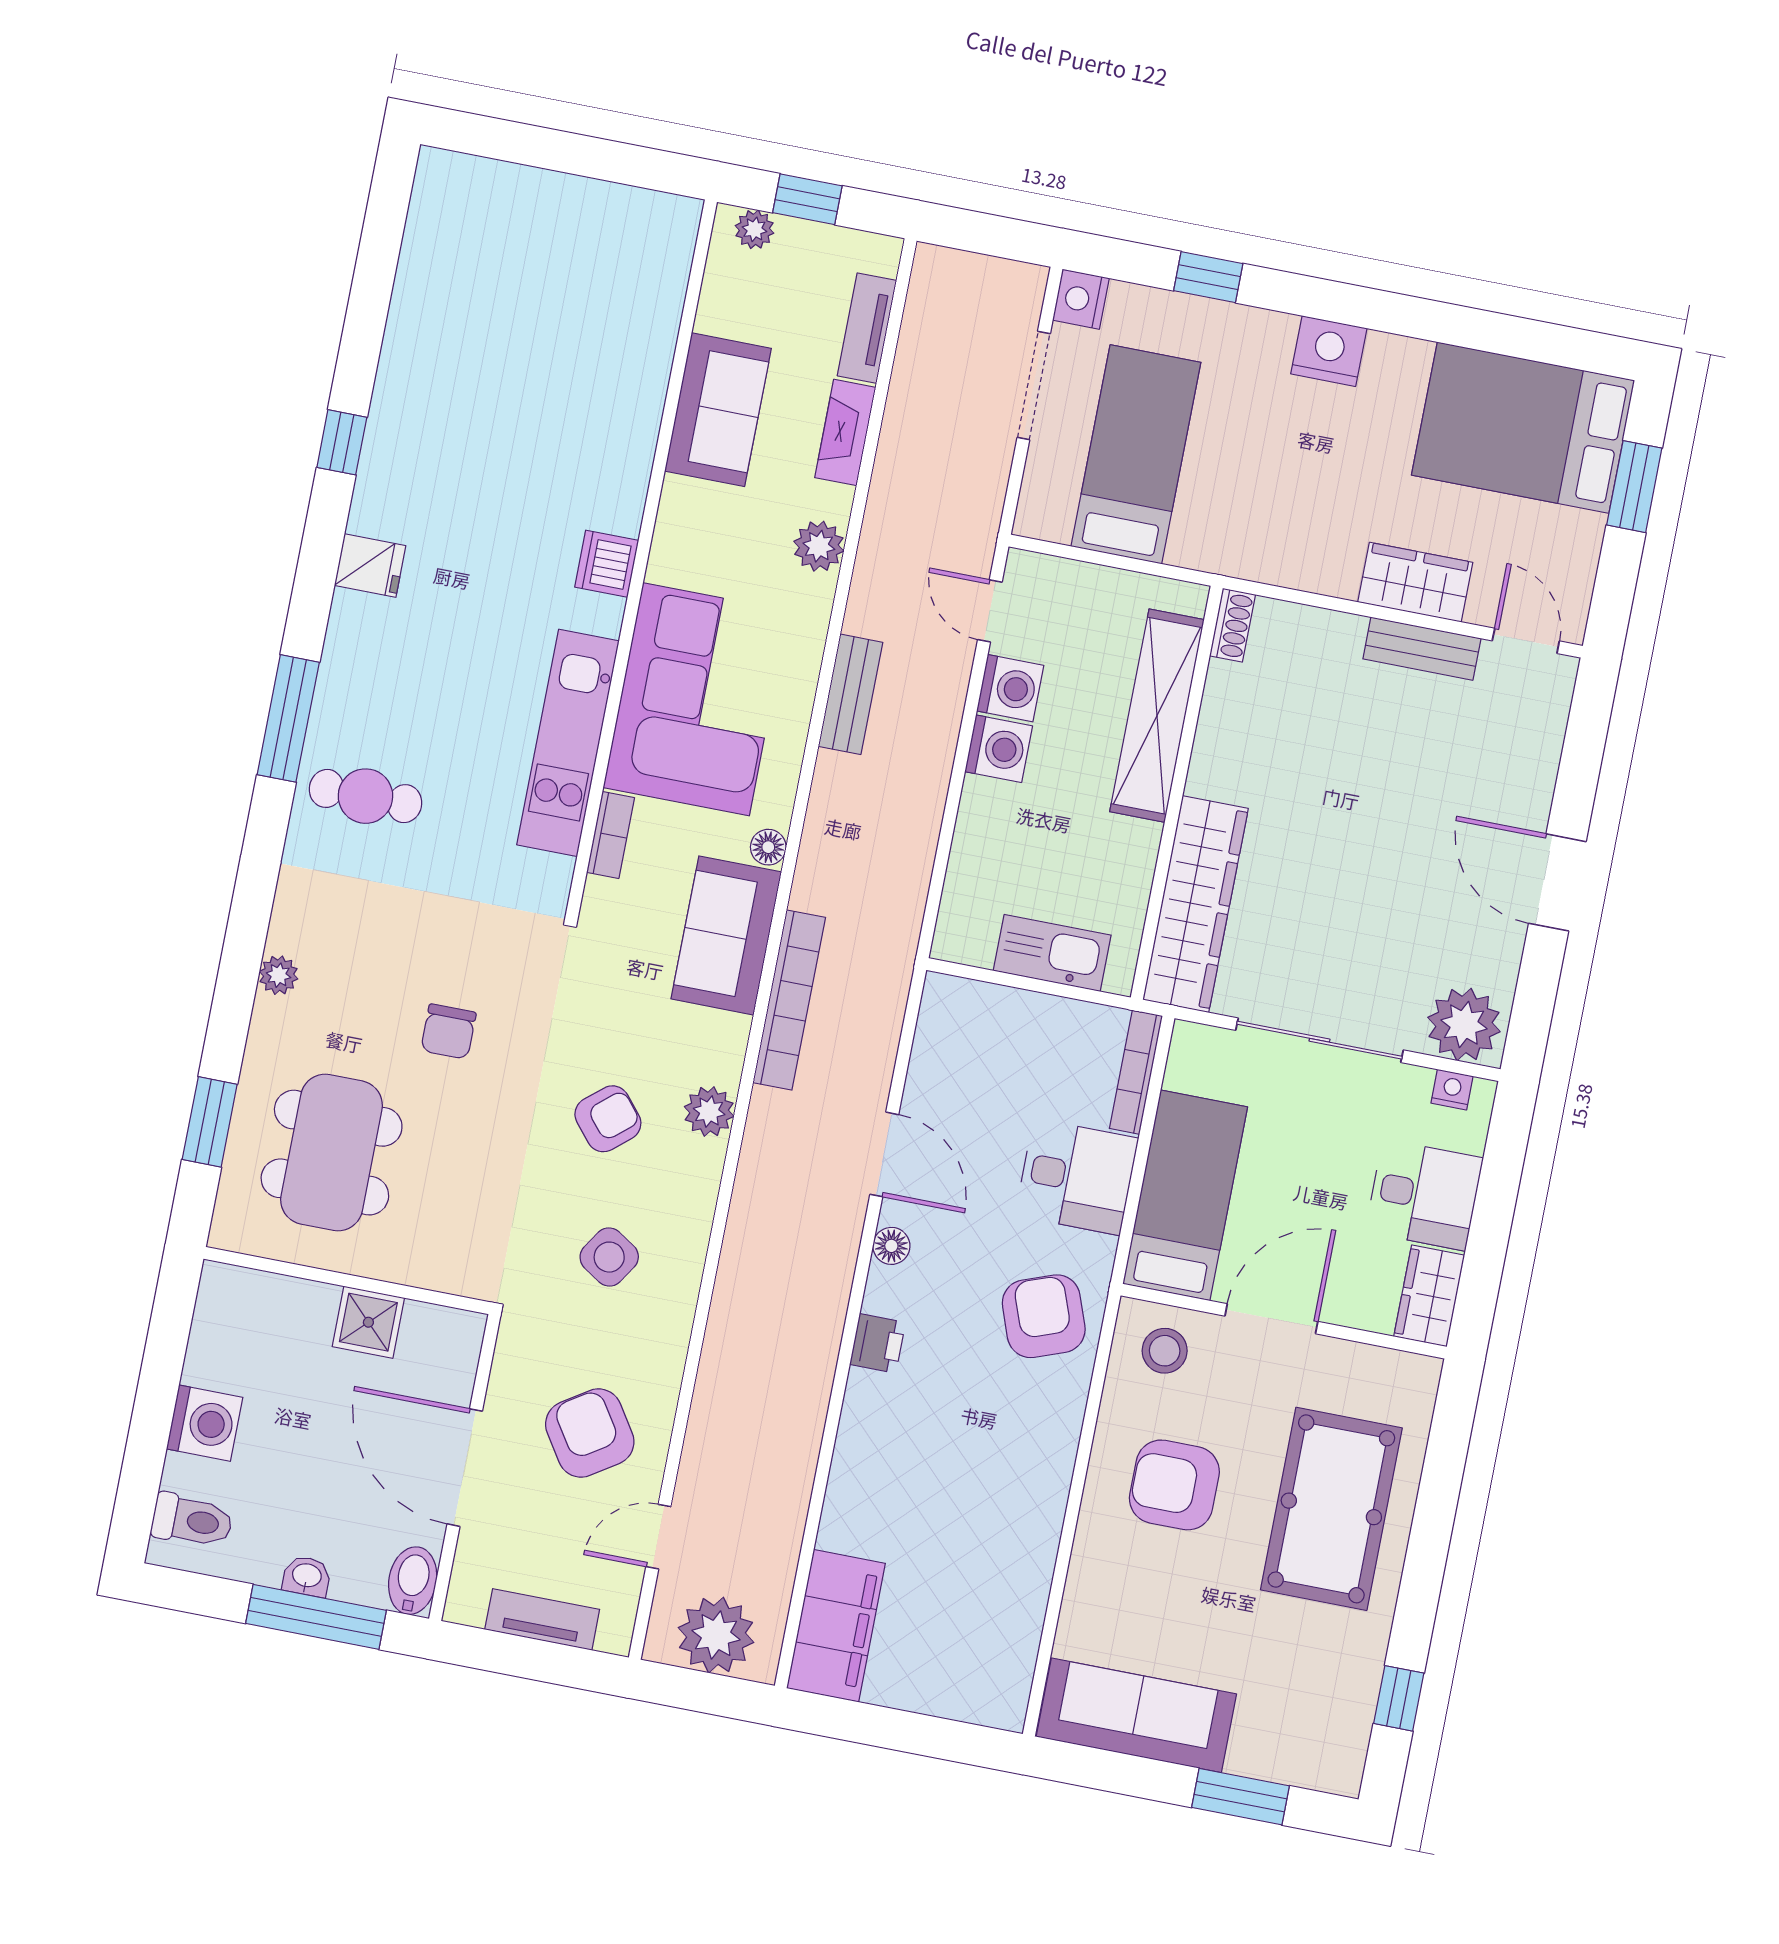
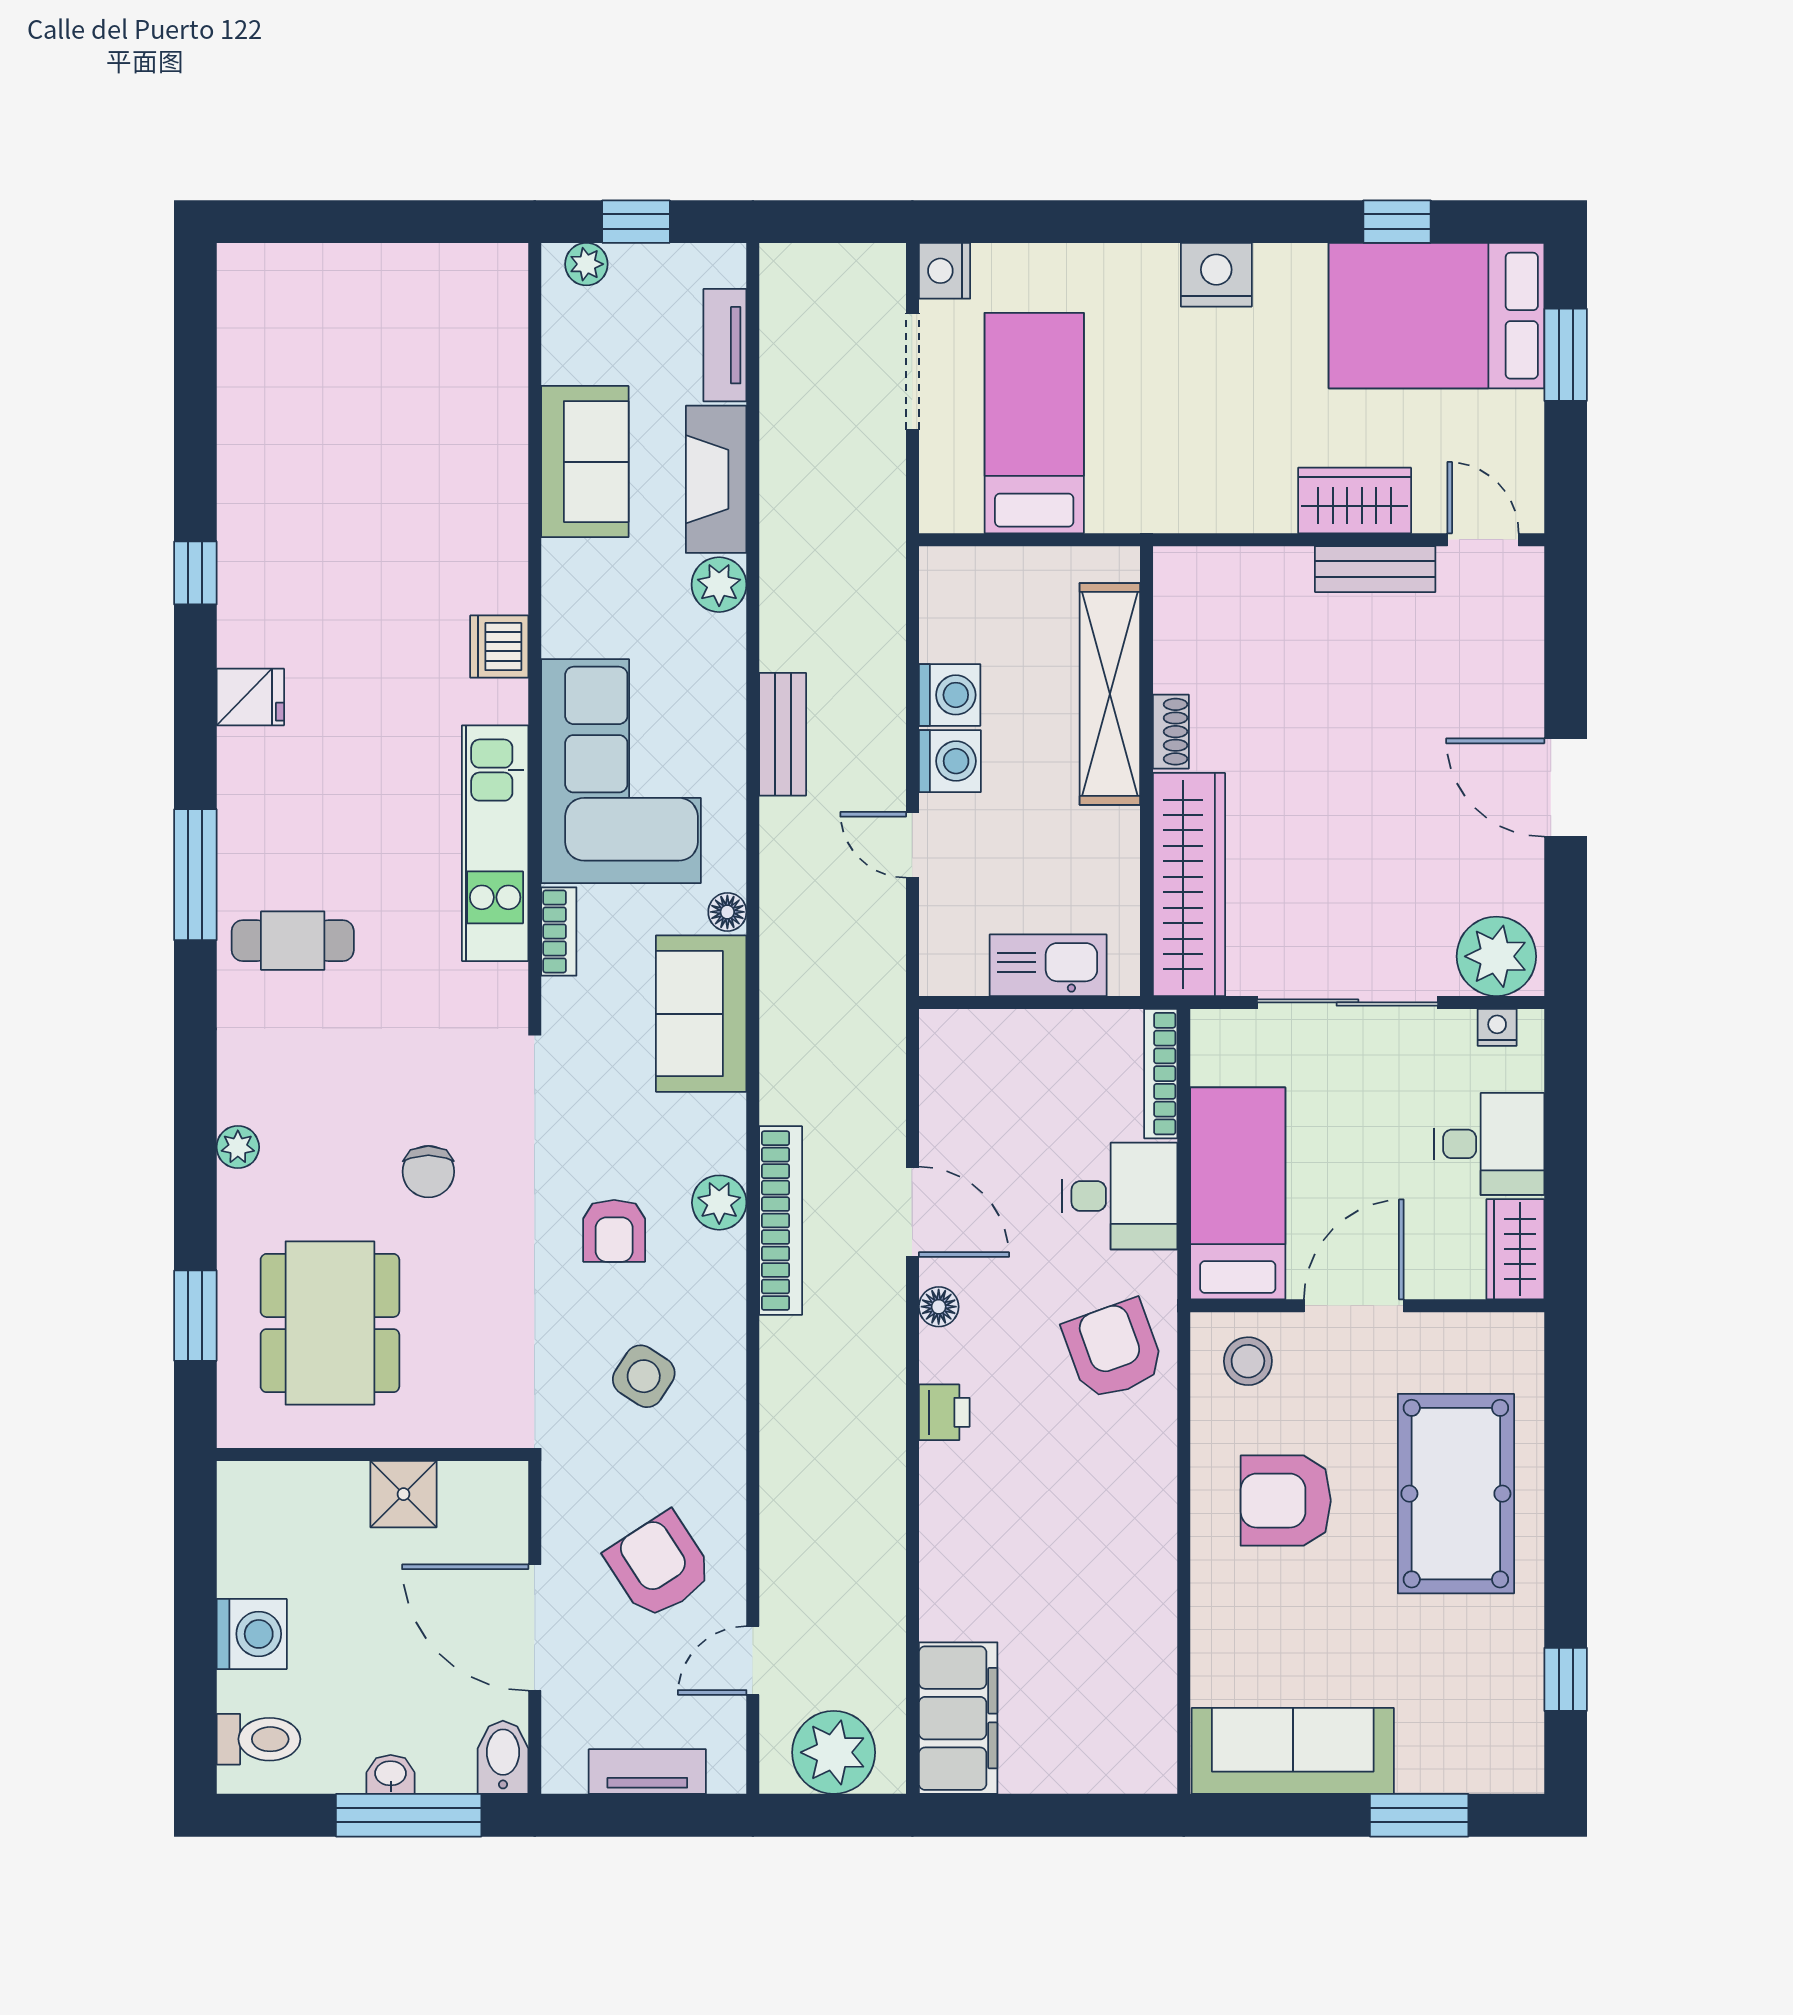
window: (1208, 277) -> (1397, 222), moved
fireplace: (845, 432) -> (716, 479), width x1.37, depth x1.32
door: (990, 611) -> (912, 845), moved
shoe rack: (1232, 625) -> (1171, 732), moved
bookcase: (789, 1000) -> (781, 1221), moved
armchair: (608, 1119) -> (614, 1231), turned 130

